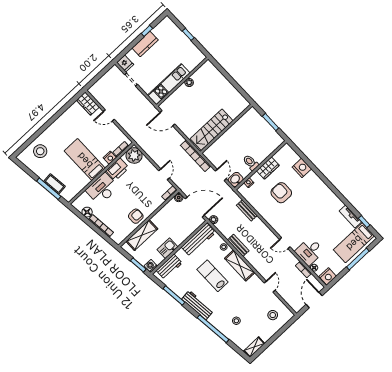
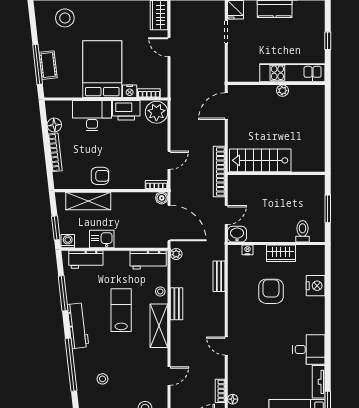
kitchen unit: (169, 84) -> (292, 73), moved
door: (167, 118) -> (226, 106), hinge flipped
bed: (85, 160) -> (102, 69), width x1.50
toilet: (251, 163) -> (303, 231), moved
workbench: (198, 240) -> (148, 260), width x0.73
desk: (310, 251) -> (309, 349), moved, turned 180

